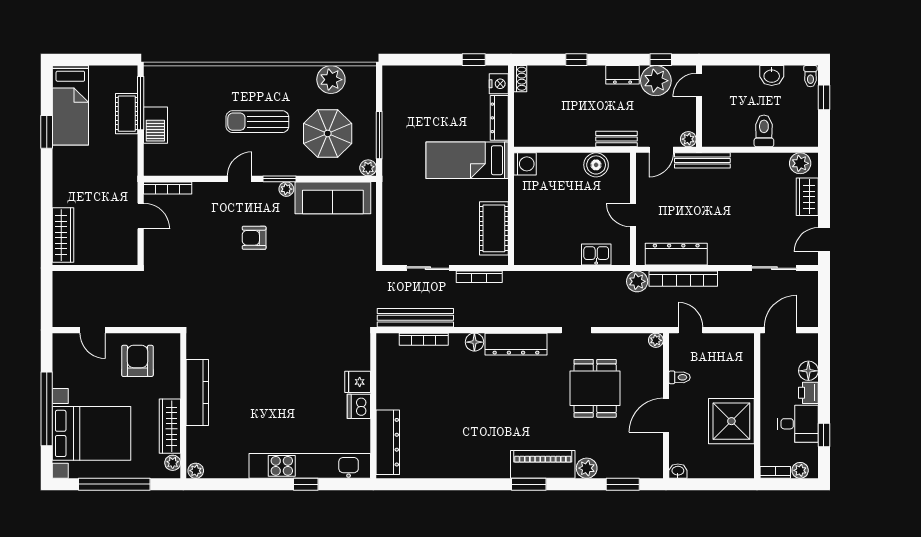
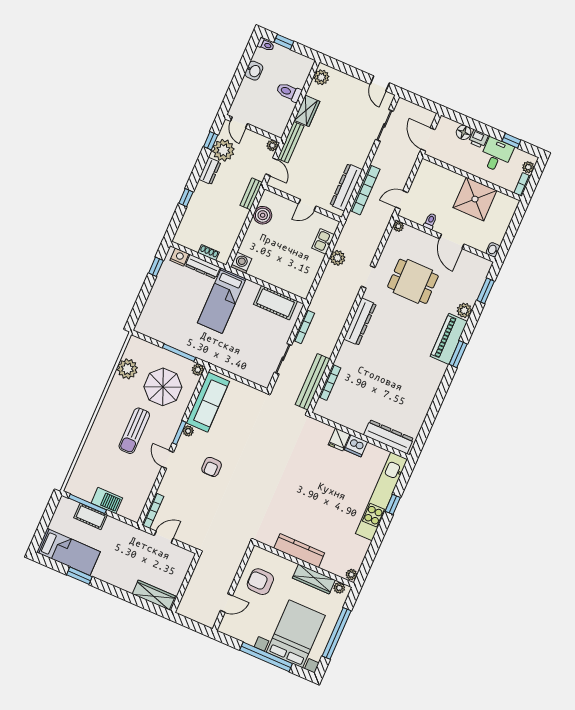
shoe rack: (520, 79) -> (209, 252), moved
wardrobe: (807, 197) -> (307, 111), moved, turned -90
plant: (637, 281) -> (337, 258), moved
floor lamp: (474, 342) -> (346, 349), removed

